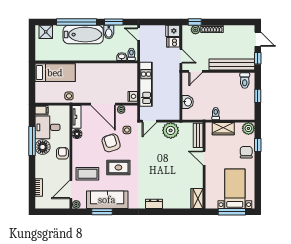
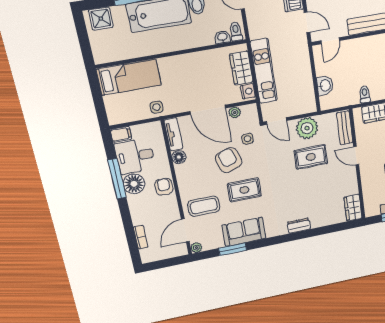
wardrobe: (131, 80) -> (241, 68), added
door: (149, 121) -> (276, 121), hinge flipped
rug: (170, 152) -> (311, 157), added
sofa: (107, 200) -> (244, 232), width x0.73

